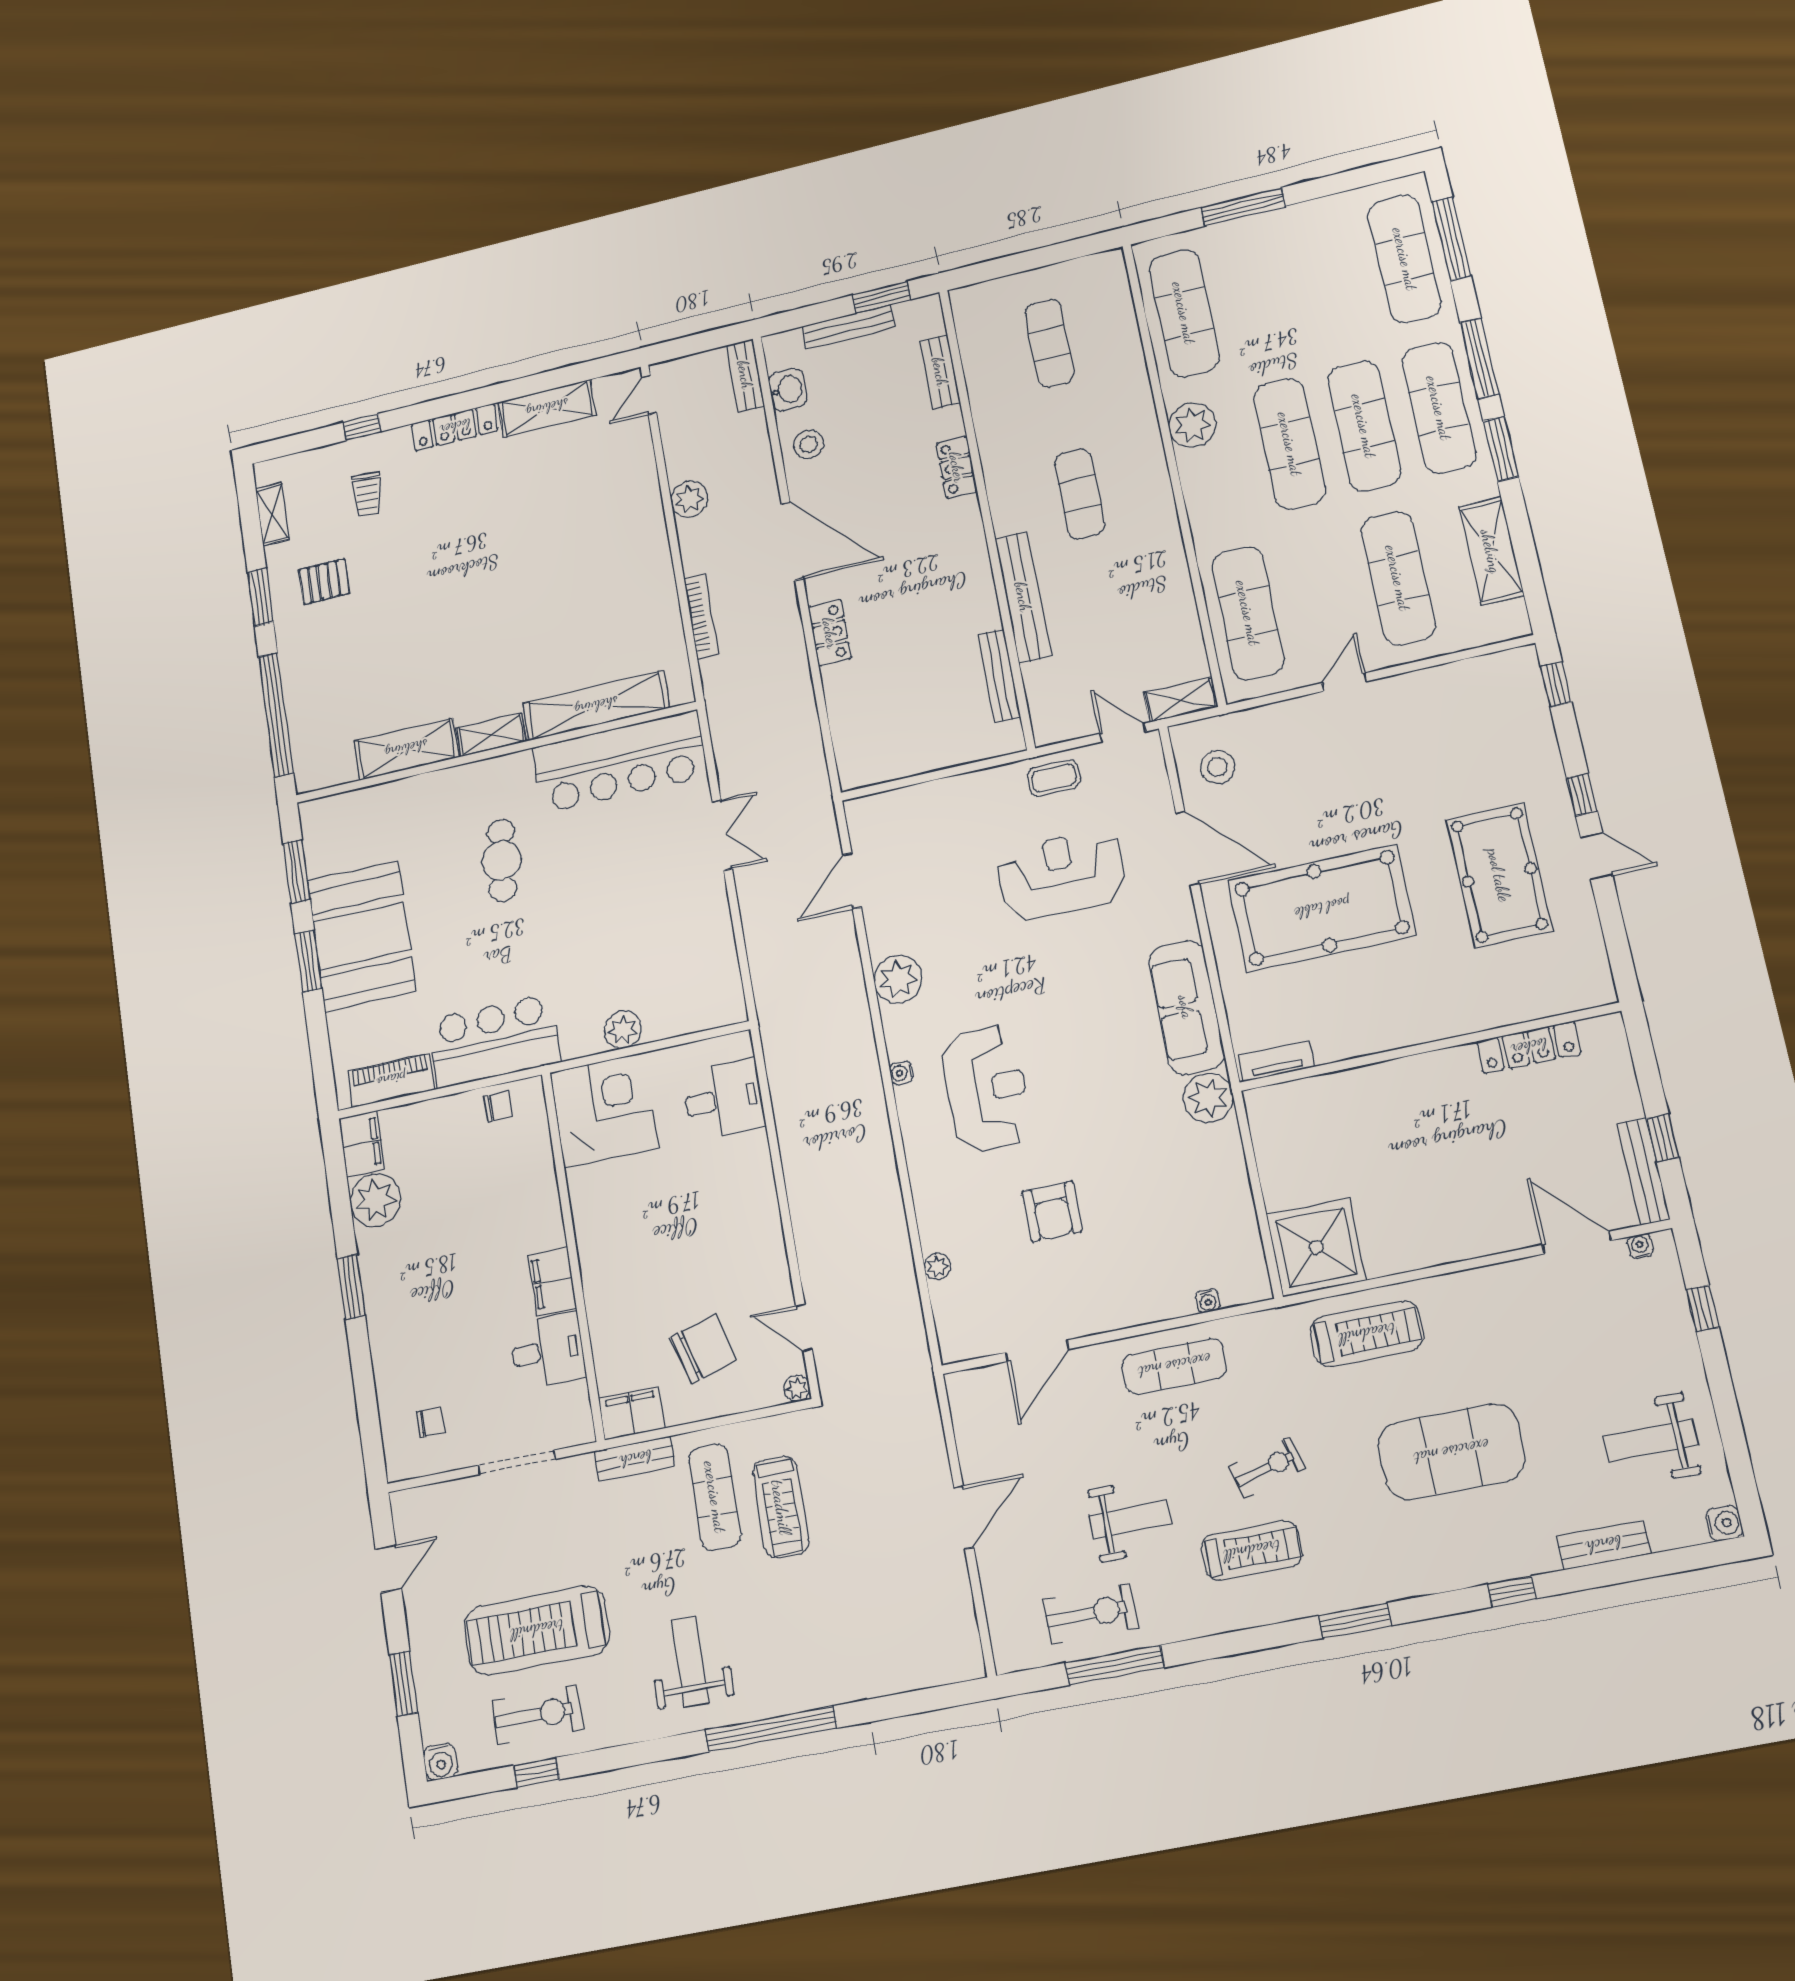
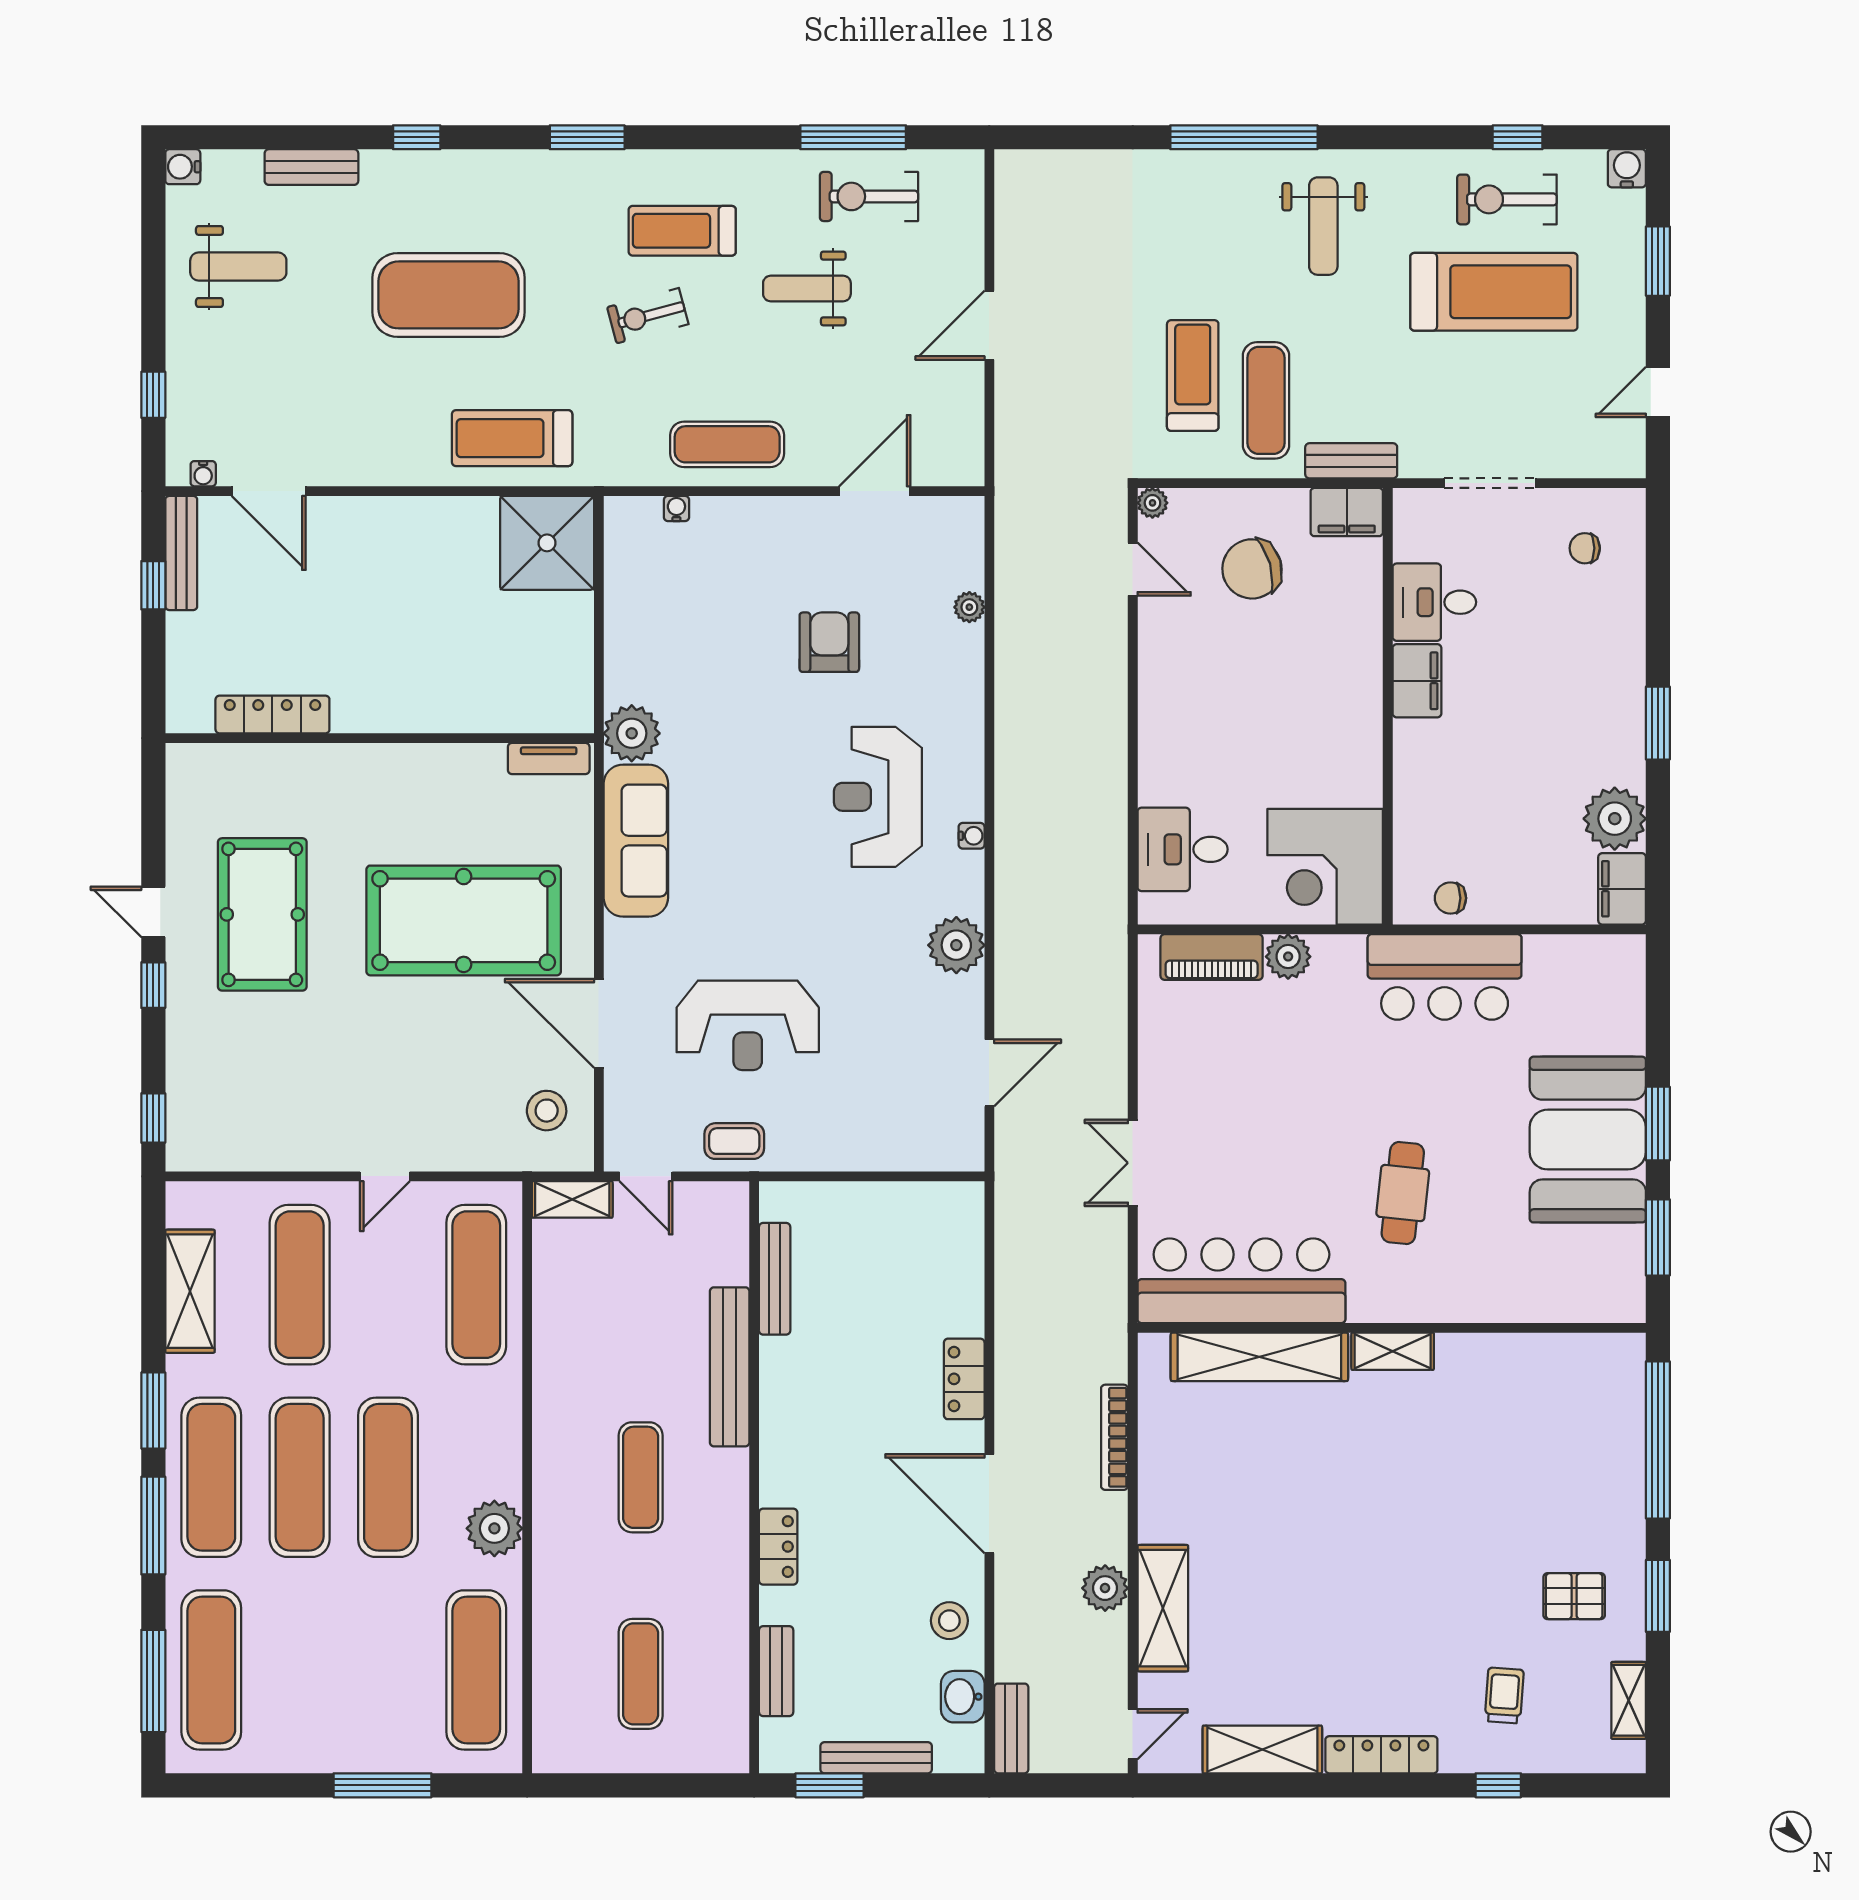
shelving: (406, 749) -> (1163, 1608), moved, turned 90
piano: (391, 1080) -> (1212, 957), moved

